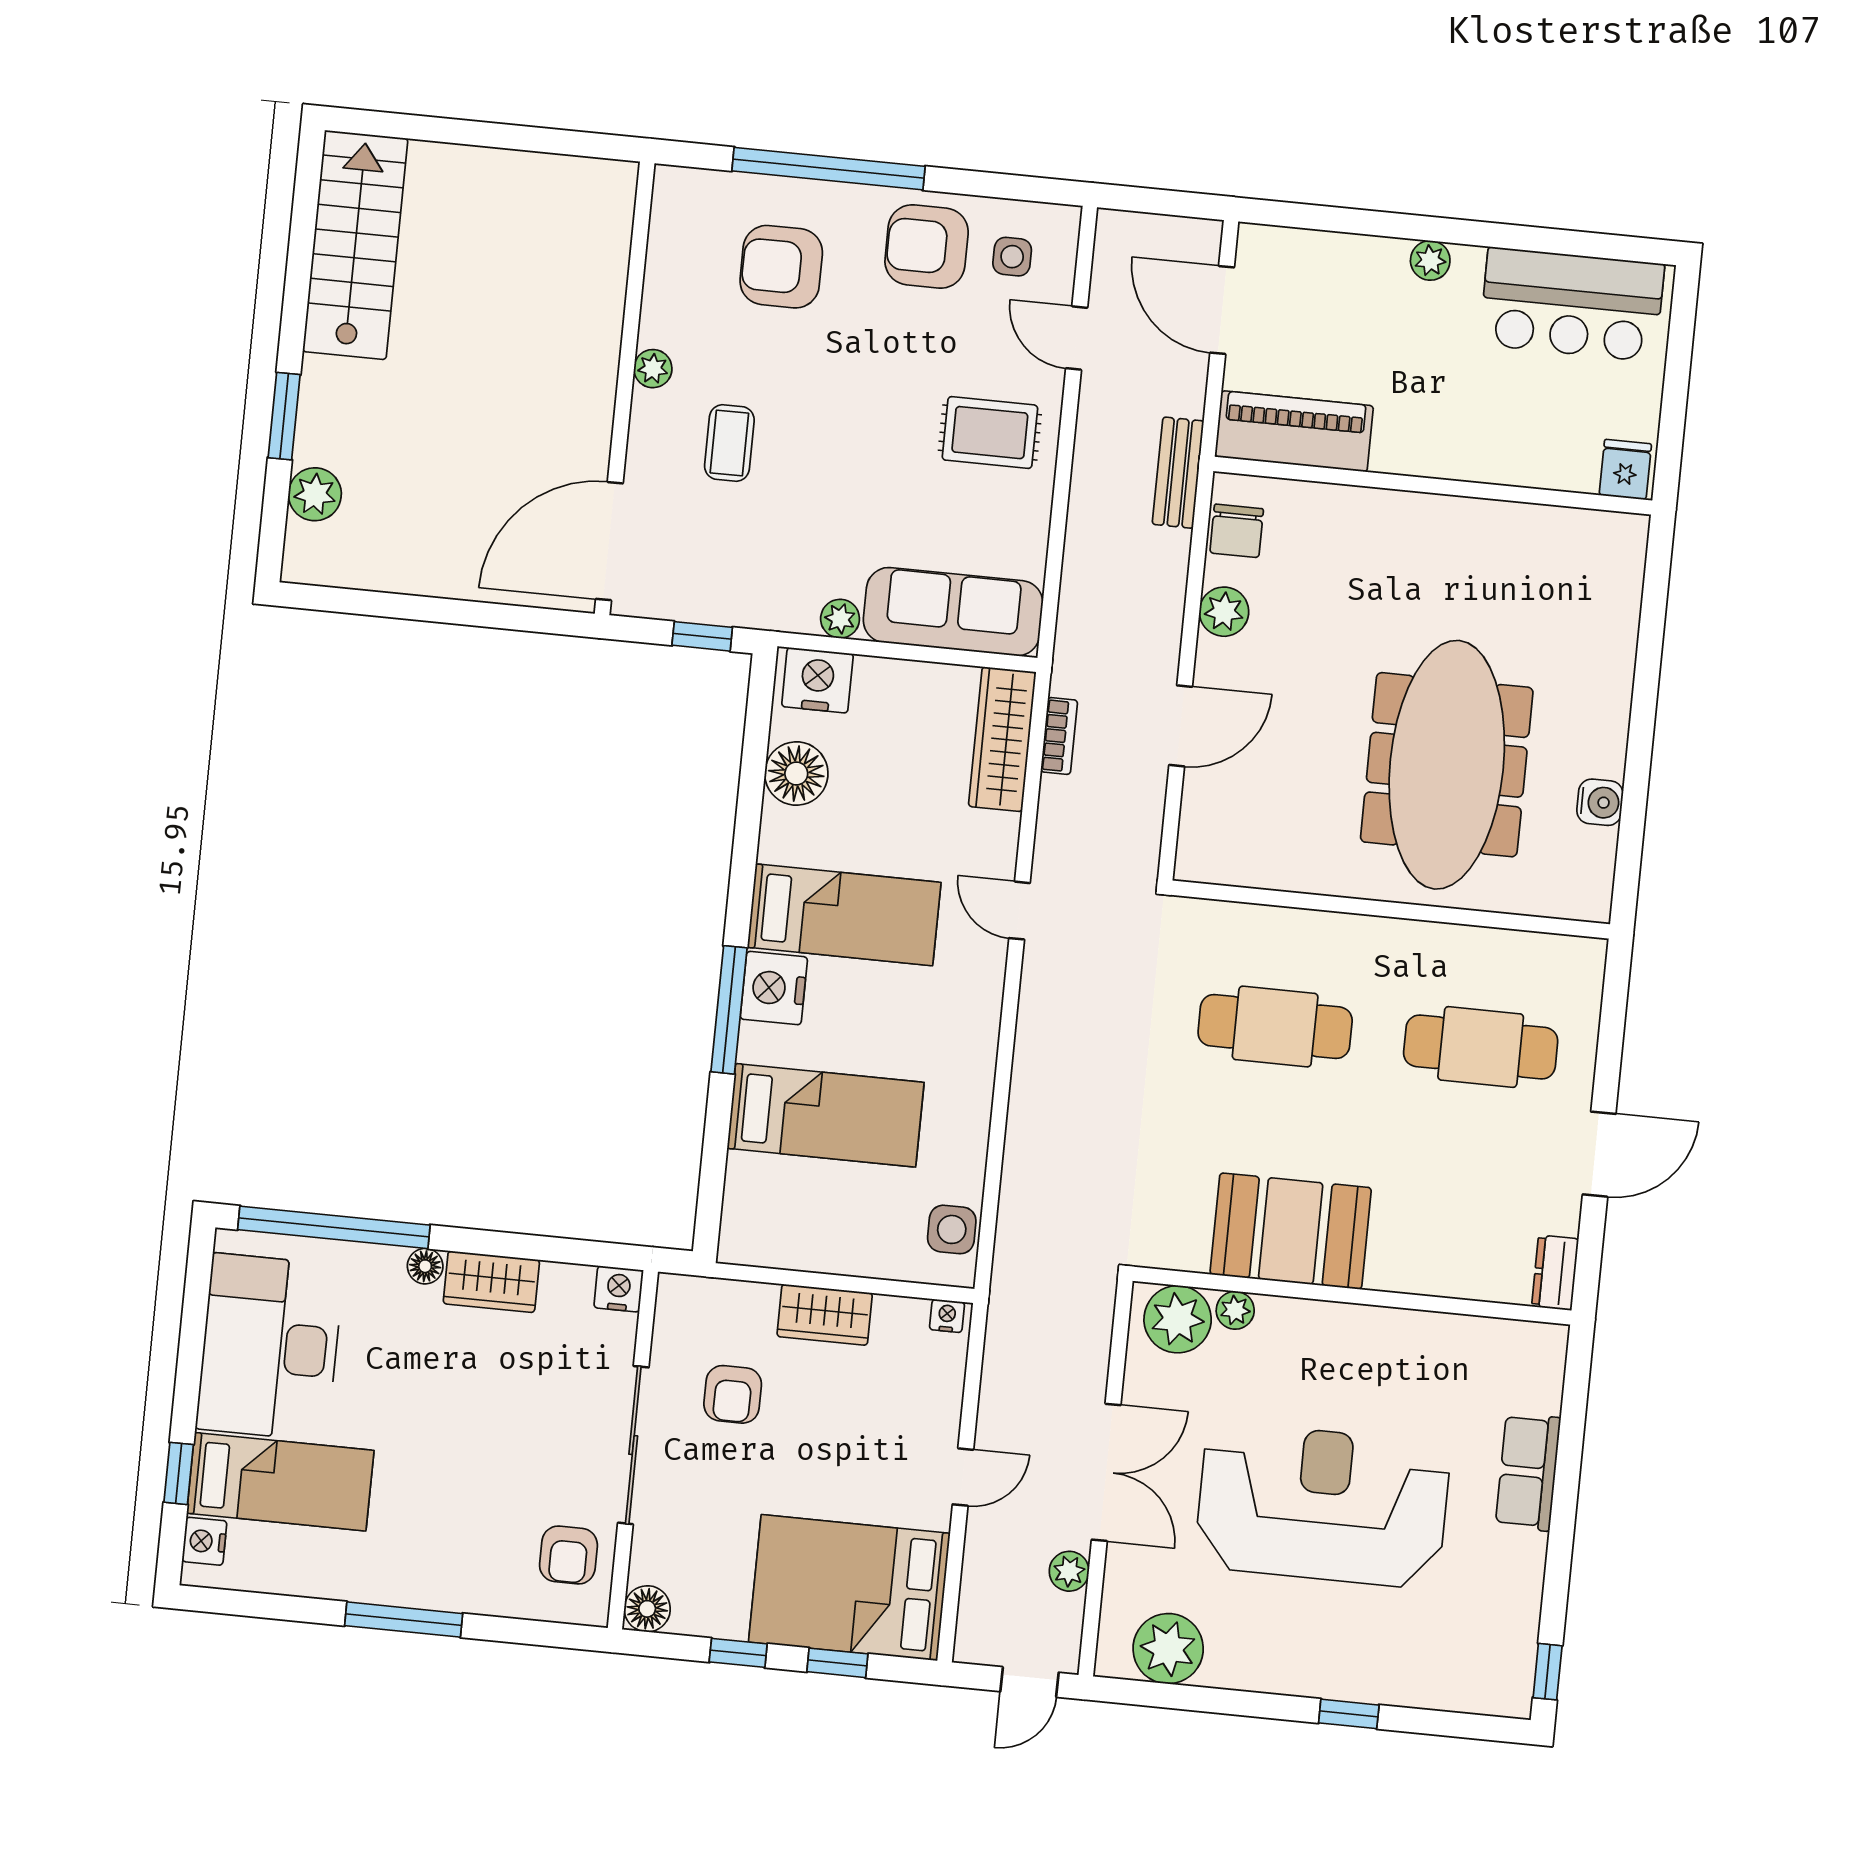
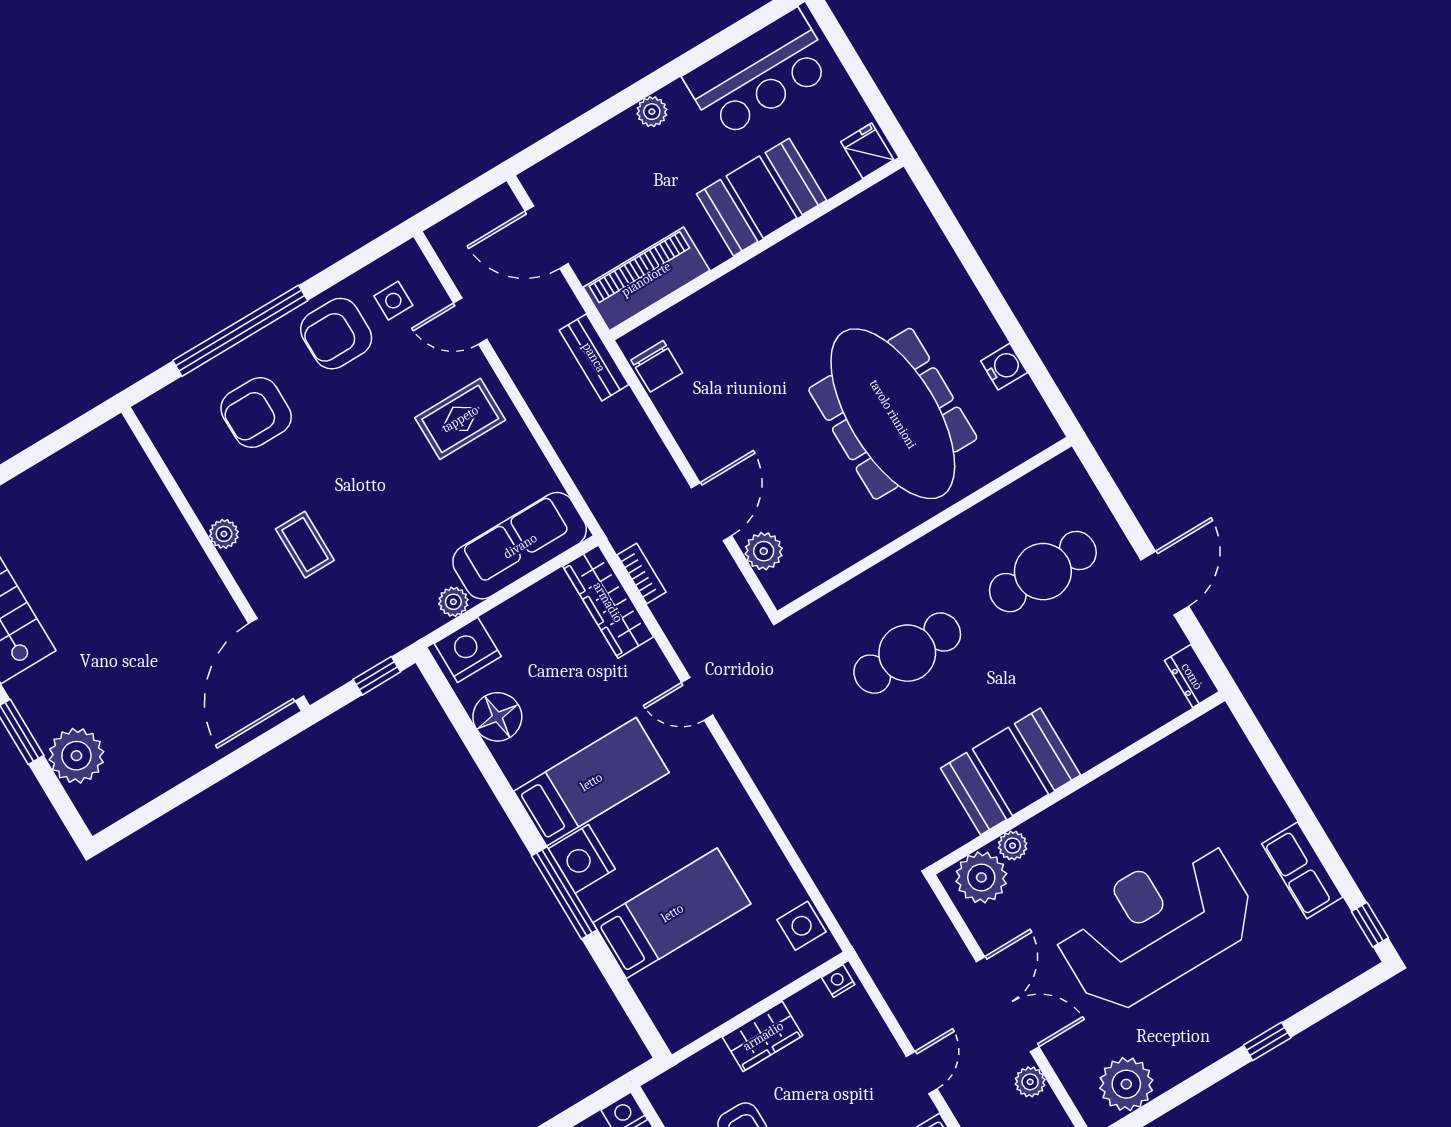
booth: (1478, 435) -> (761, 197), added
plant: (315, 494) -> (76, 756), width x1.36, depth x1.36
plant: (1224, 612) -> (764, 551), moved
row of seats: (1528, 1472) -> (1302, 870), moved

